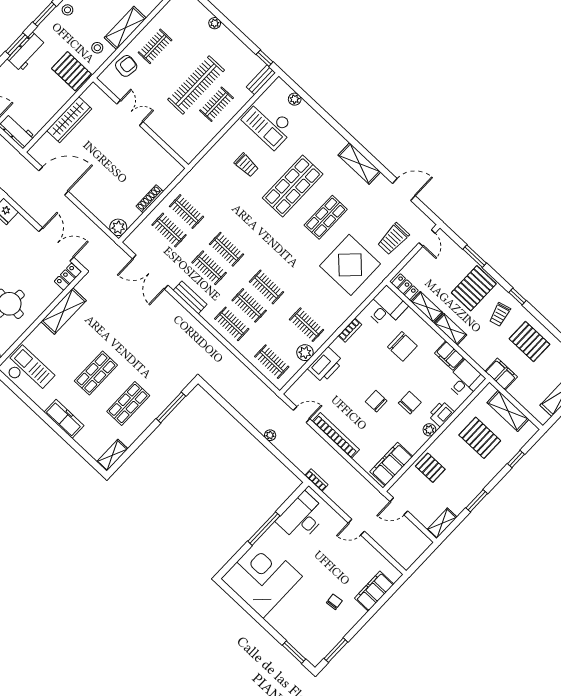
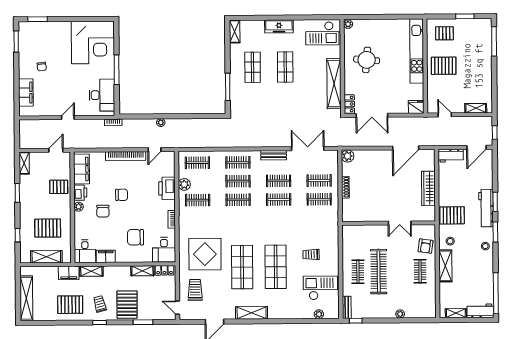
workbench: (26, 52) -> (486, 208), width x1.38
shop shelf: (326, 217) -> (242, 267), width x1.43, depth x1.36
shelving: (64, 311) -> (334, 84), width x1.47
shelving: (450, 329) -> (91, 271), moved
printer: (441, 414) -> (80, 193), moved

